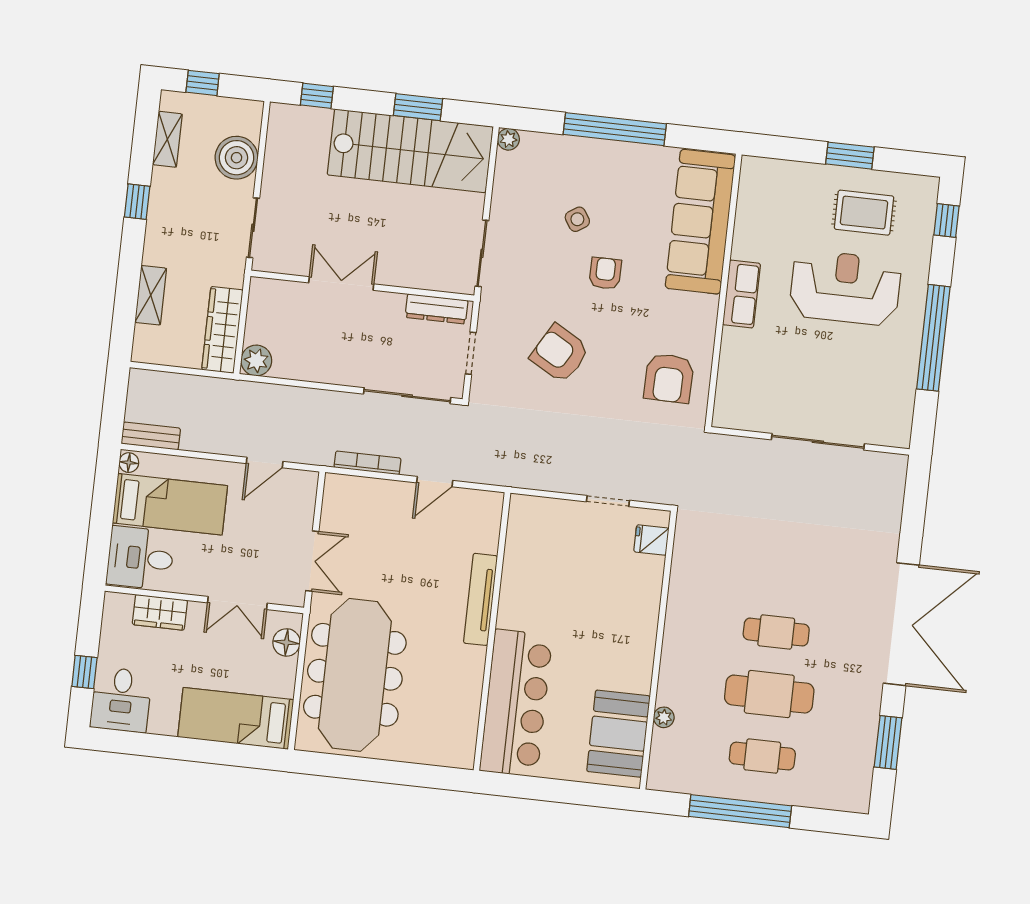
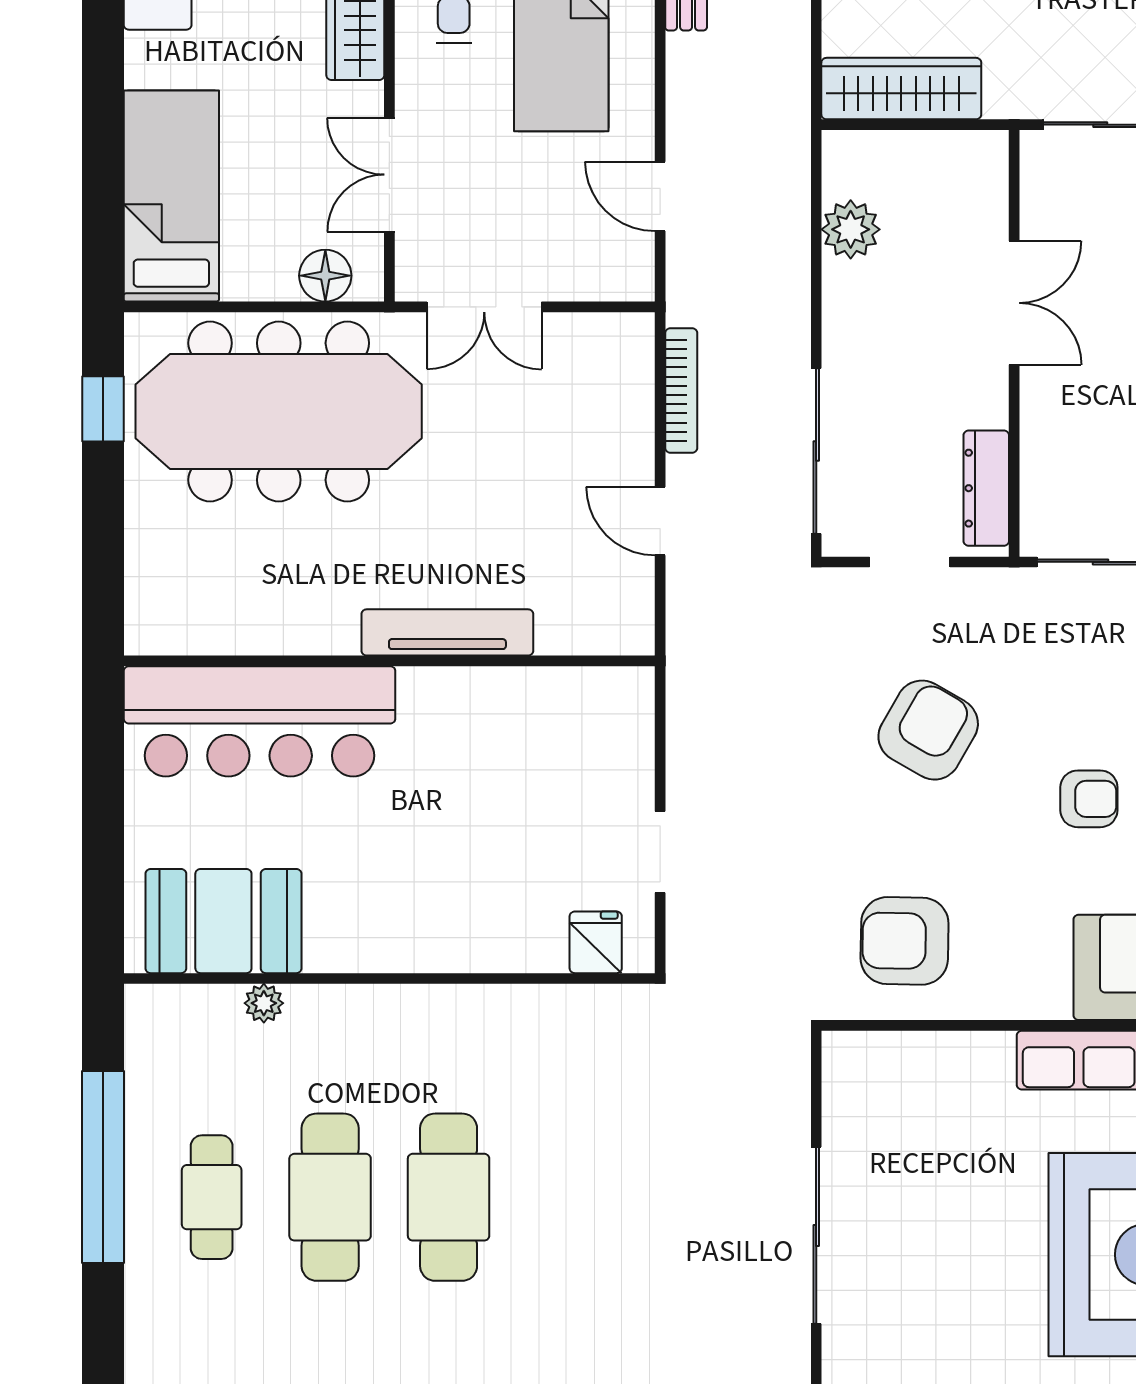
plant: (256, 361) -> (851, 229), moved
cafe table: (776, 632) -> (449, 1197), width x1.37, depth x1.35
window: (343, 767) -> (103, 409), added

